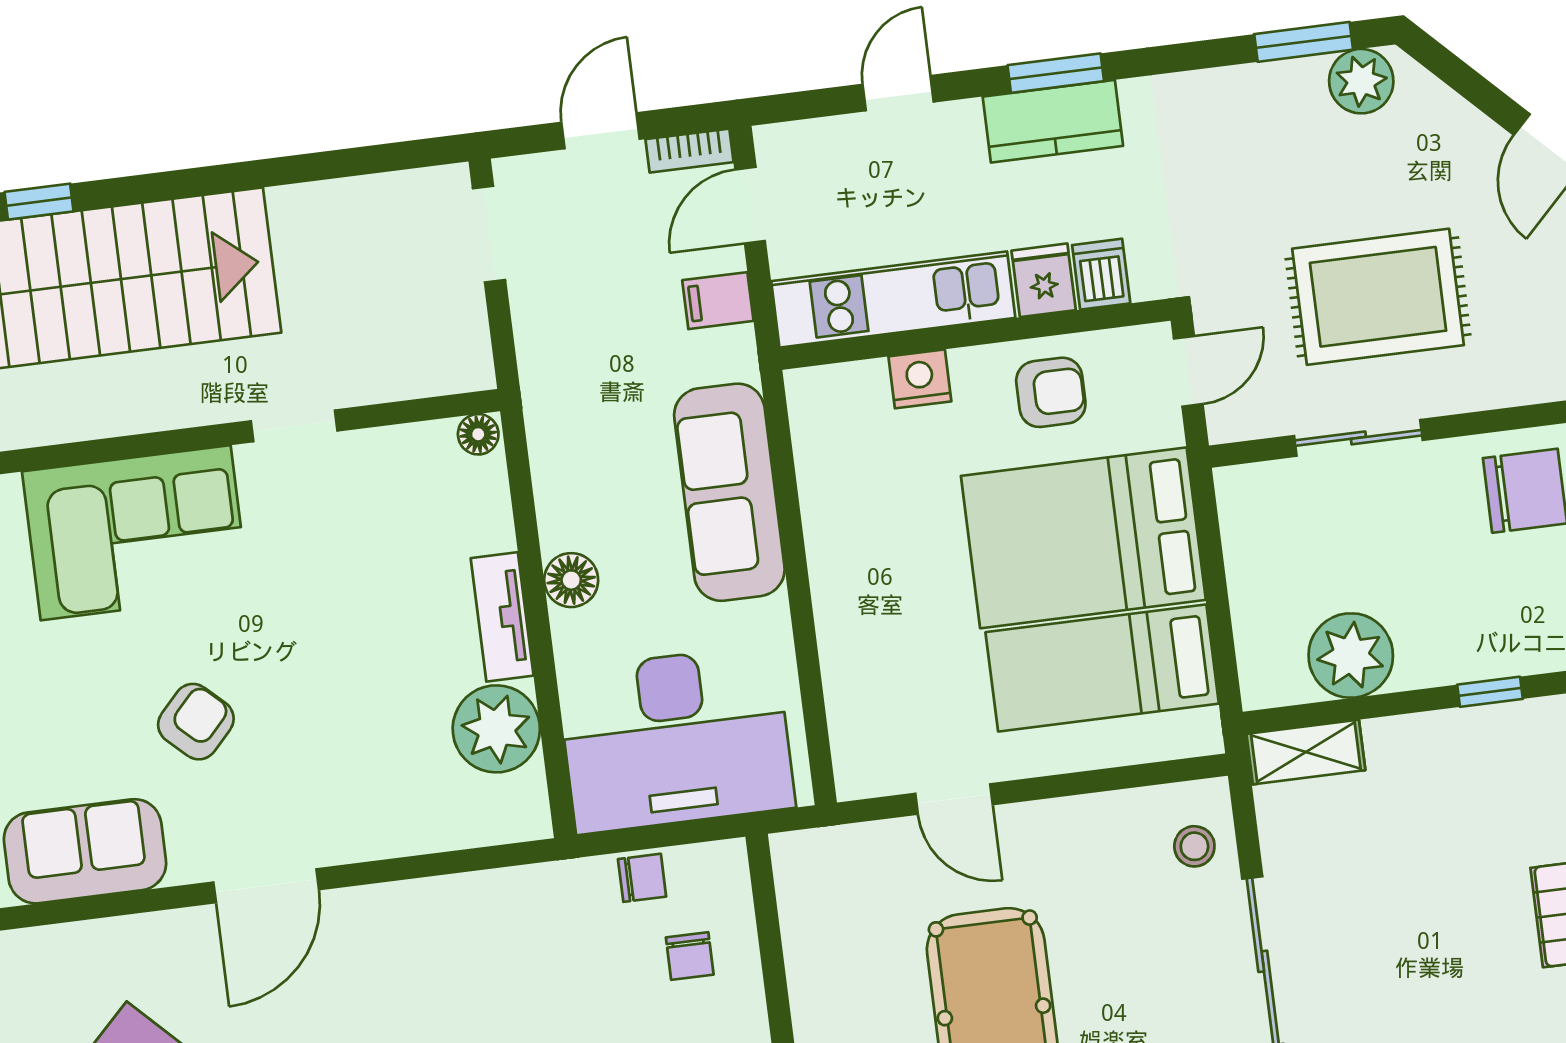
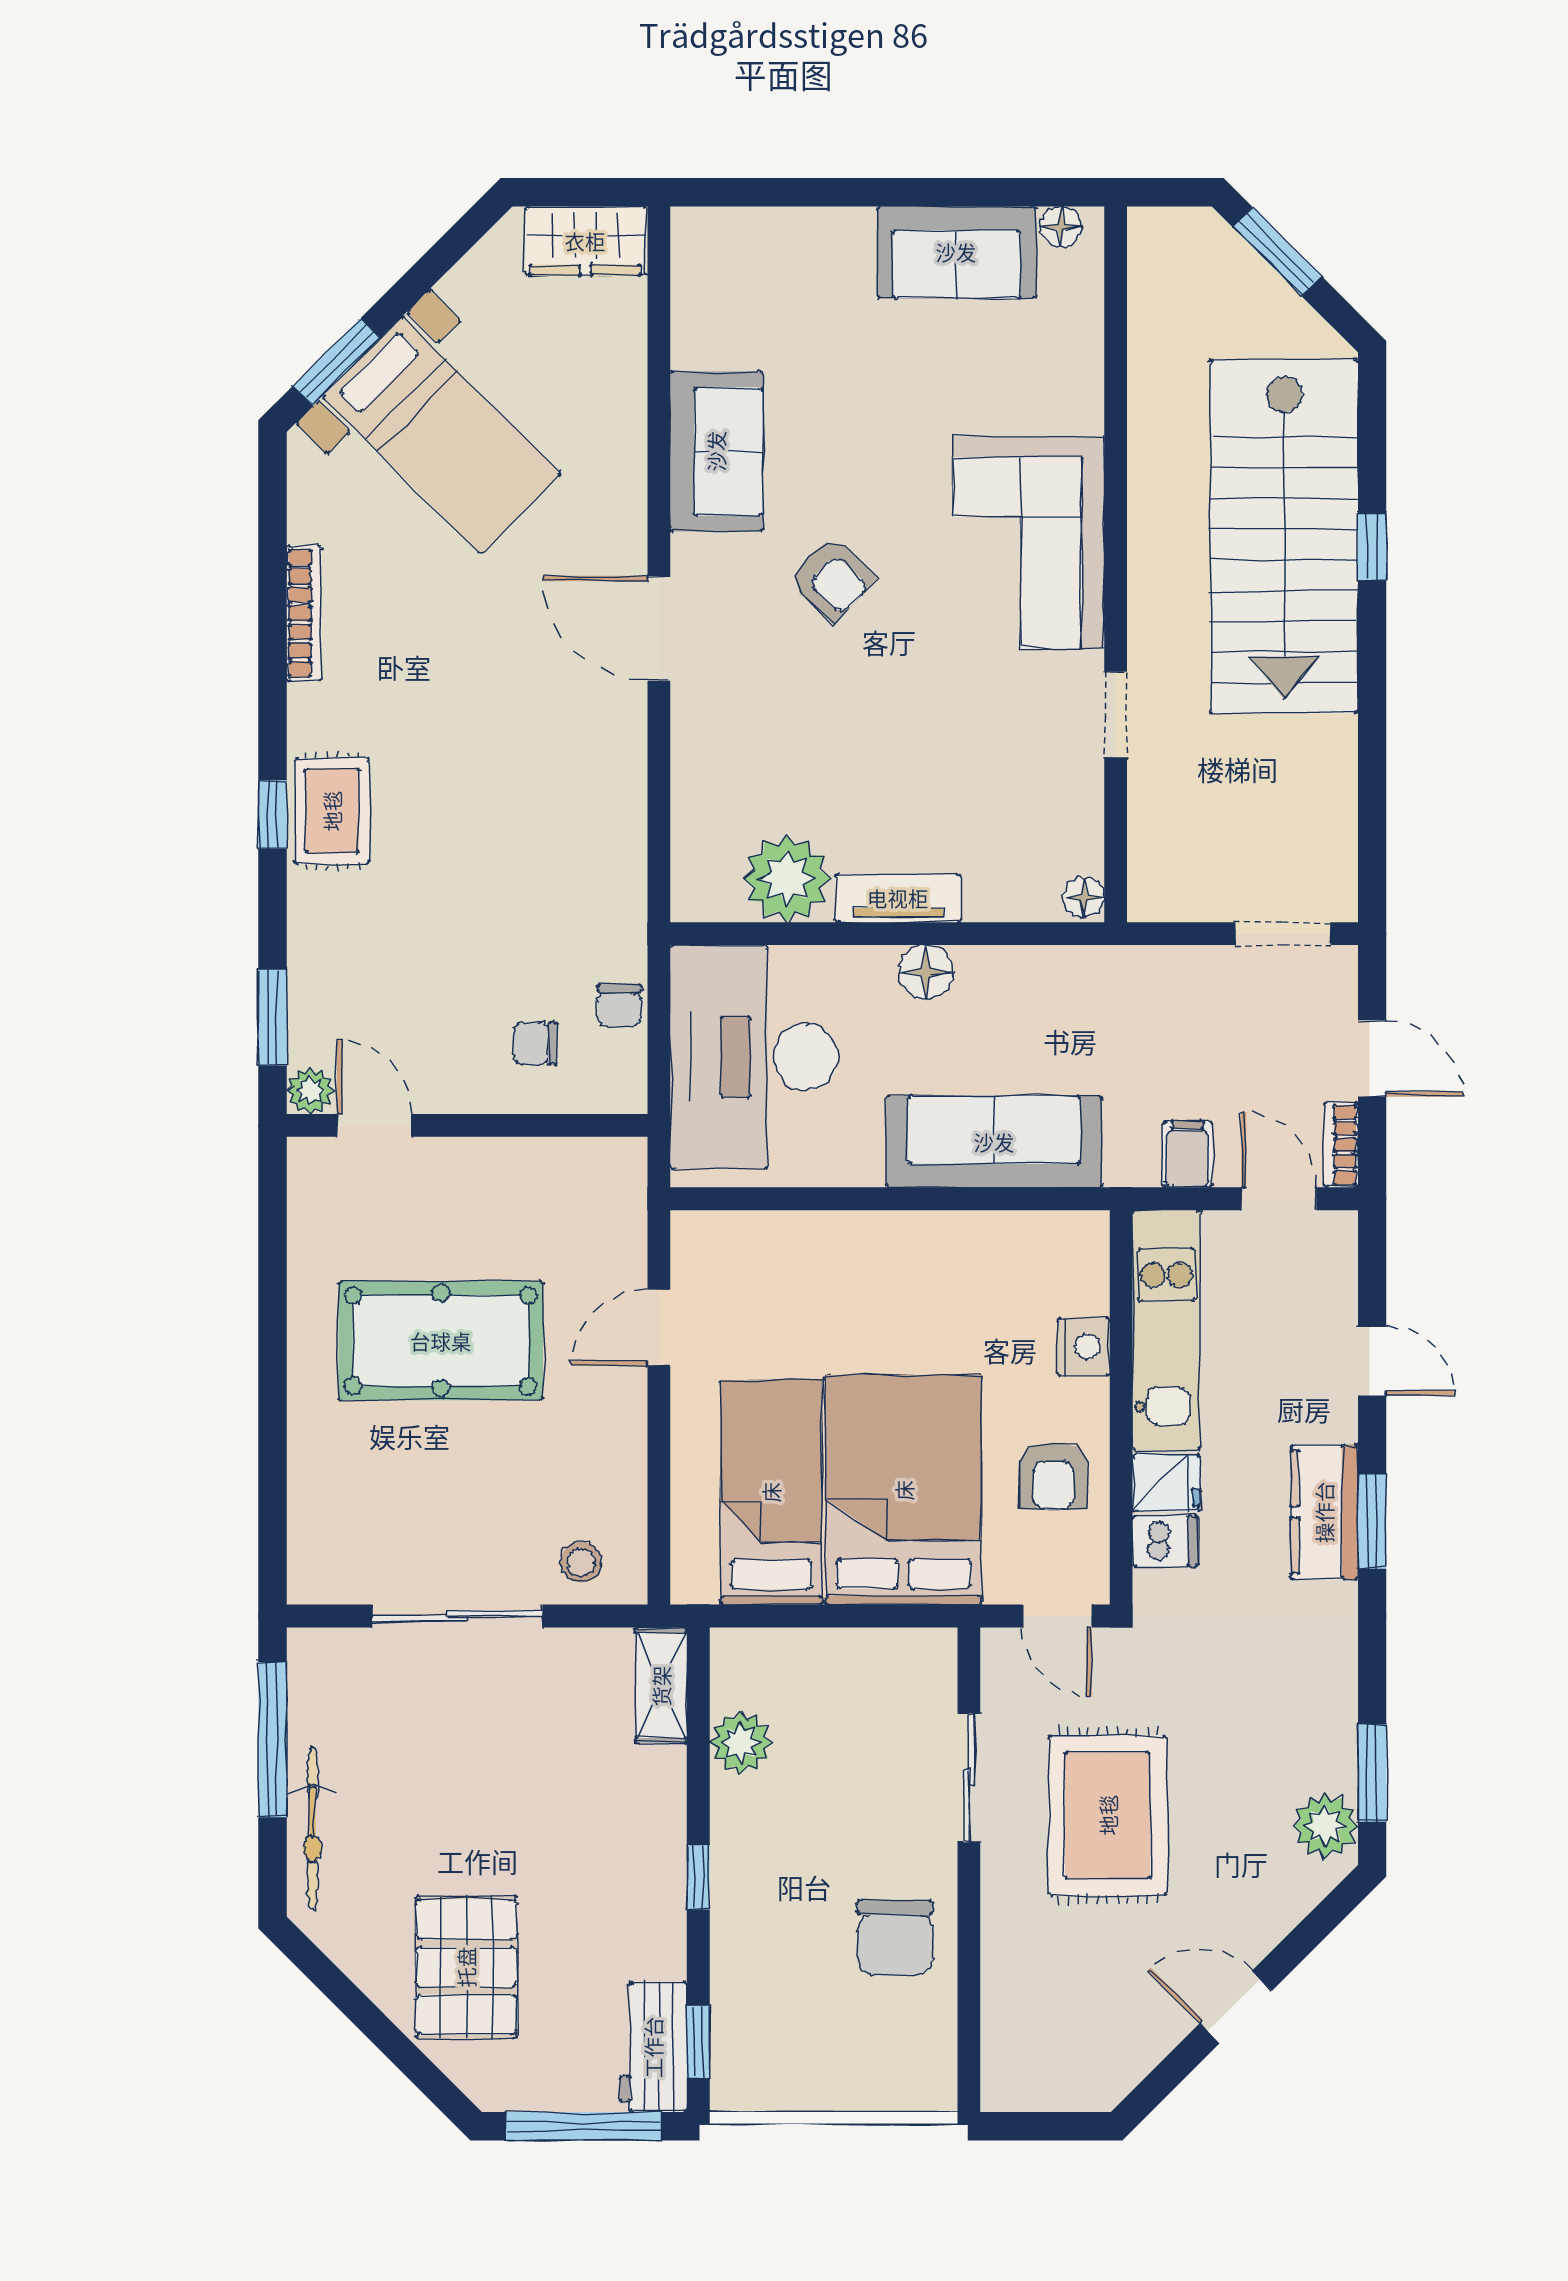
window: (39, 202) -> (1372, 547), moved
plant: (1351, 656) -> (741, 1743), width x0.73, depth x0.73

